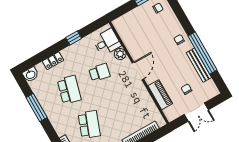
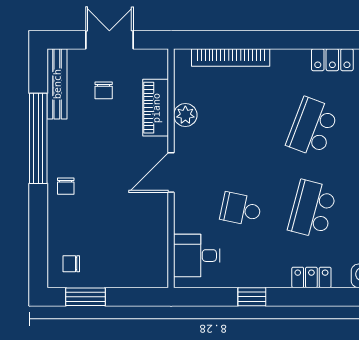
plant: (120, 54) -> (185, 115), moved
bench: (199, 65) -> (57, 84), moved

